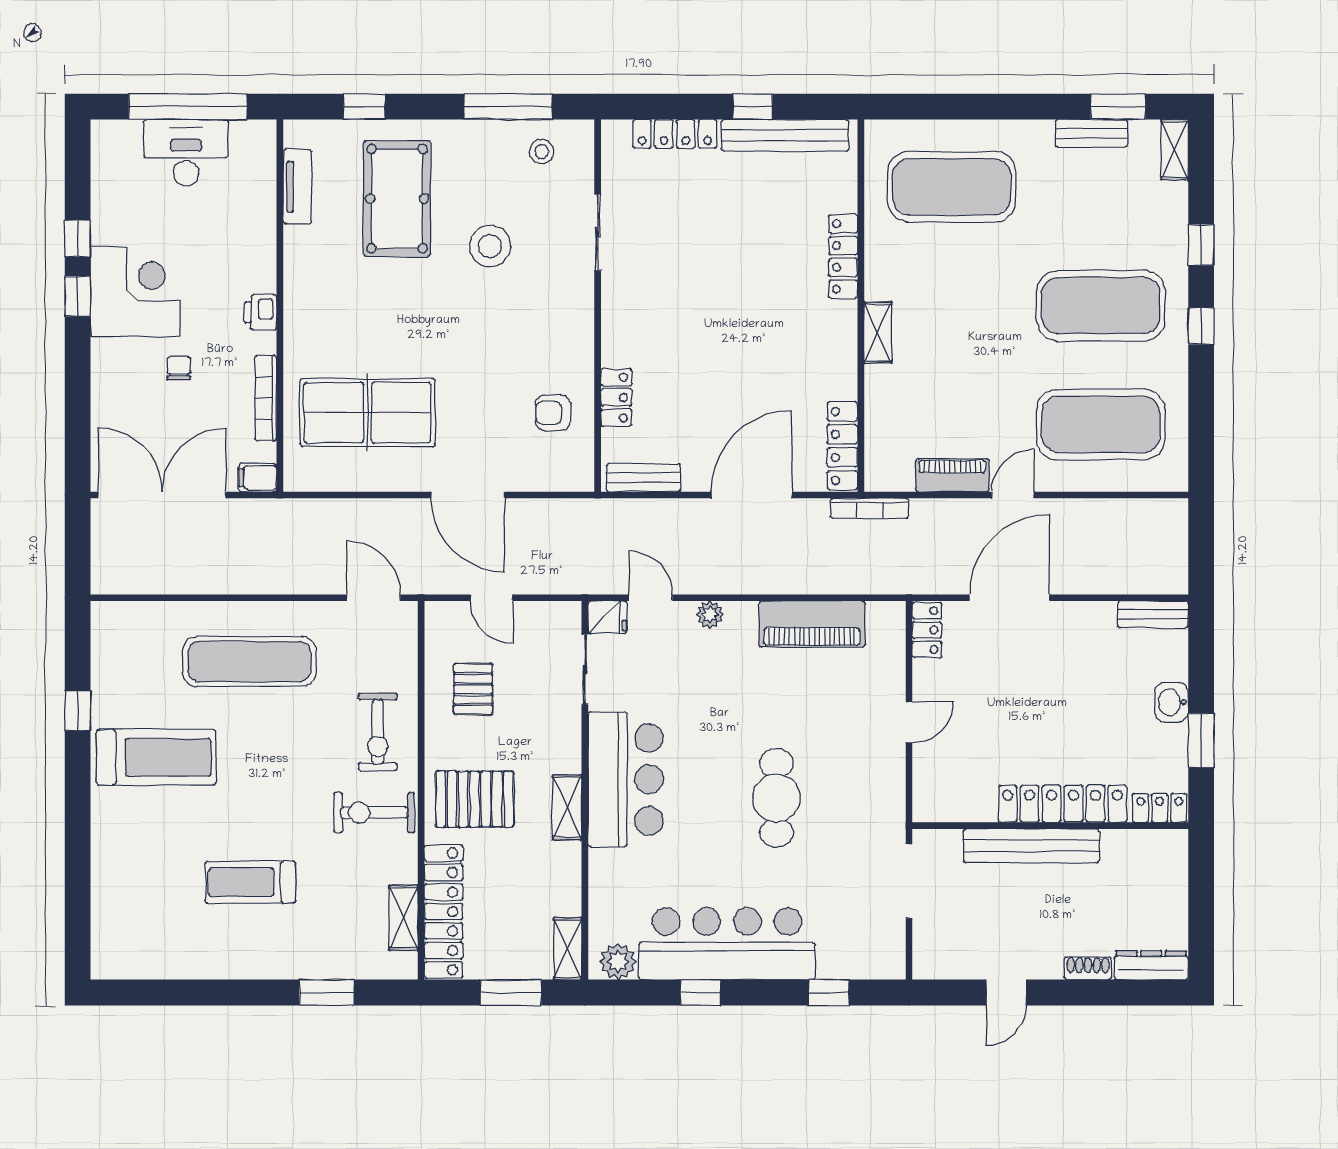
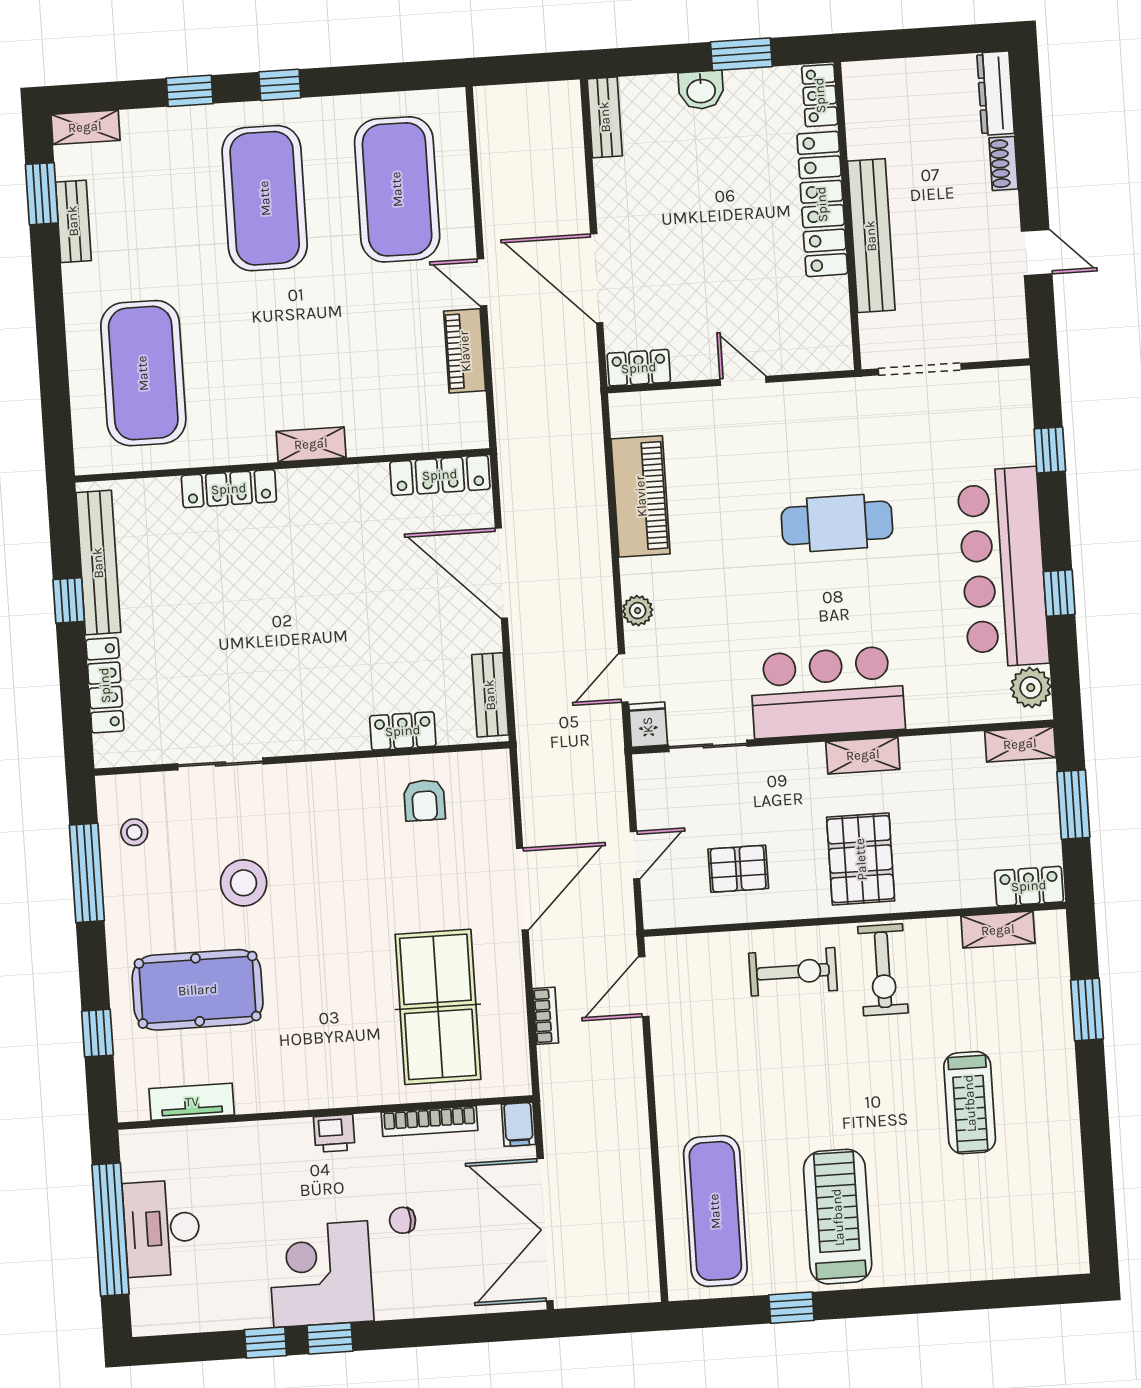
bookcase: (869, 508) -> (546, 1016), moved, width x0.64
exercise mat: (249, 662) -> (715, 1211), moved
locker: (444, 911) -> (1029, 886), width x0.46, depth x0.83

